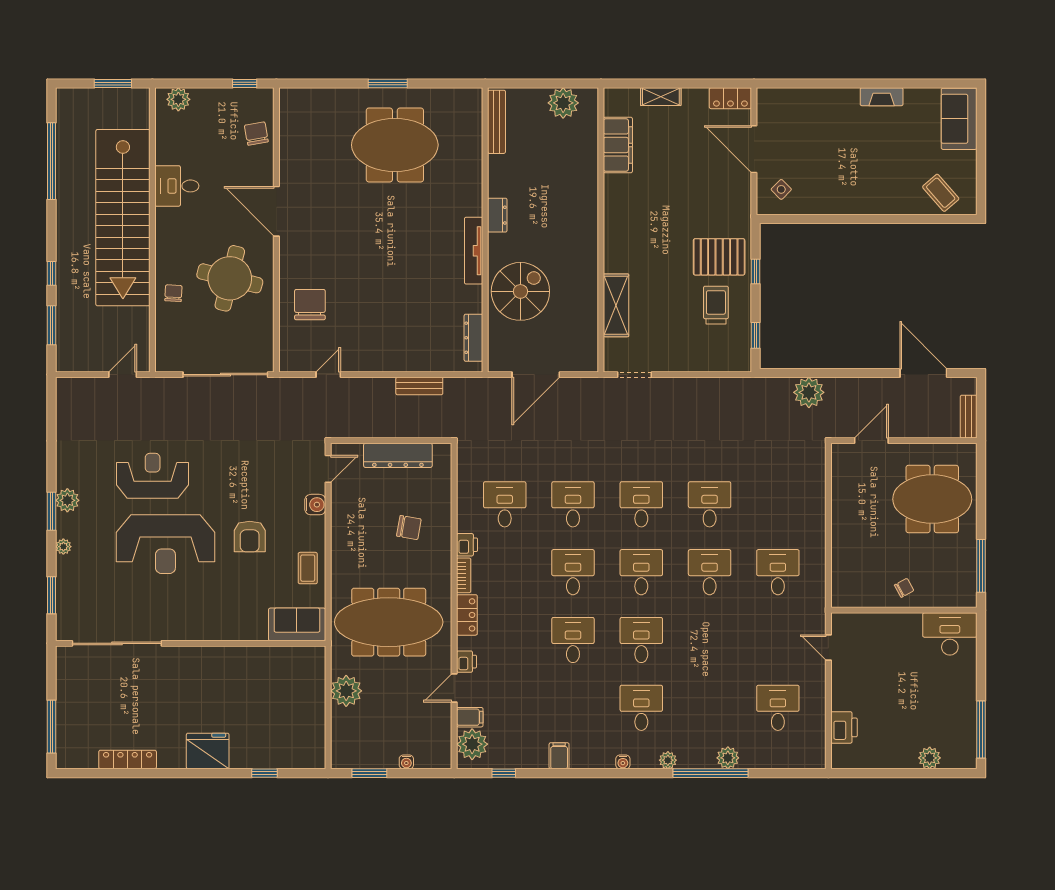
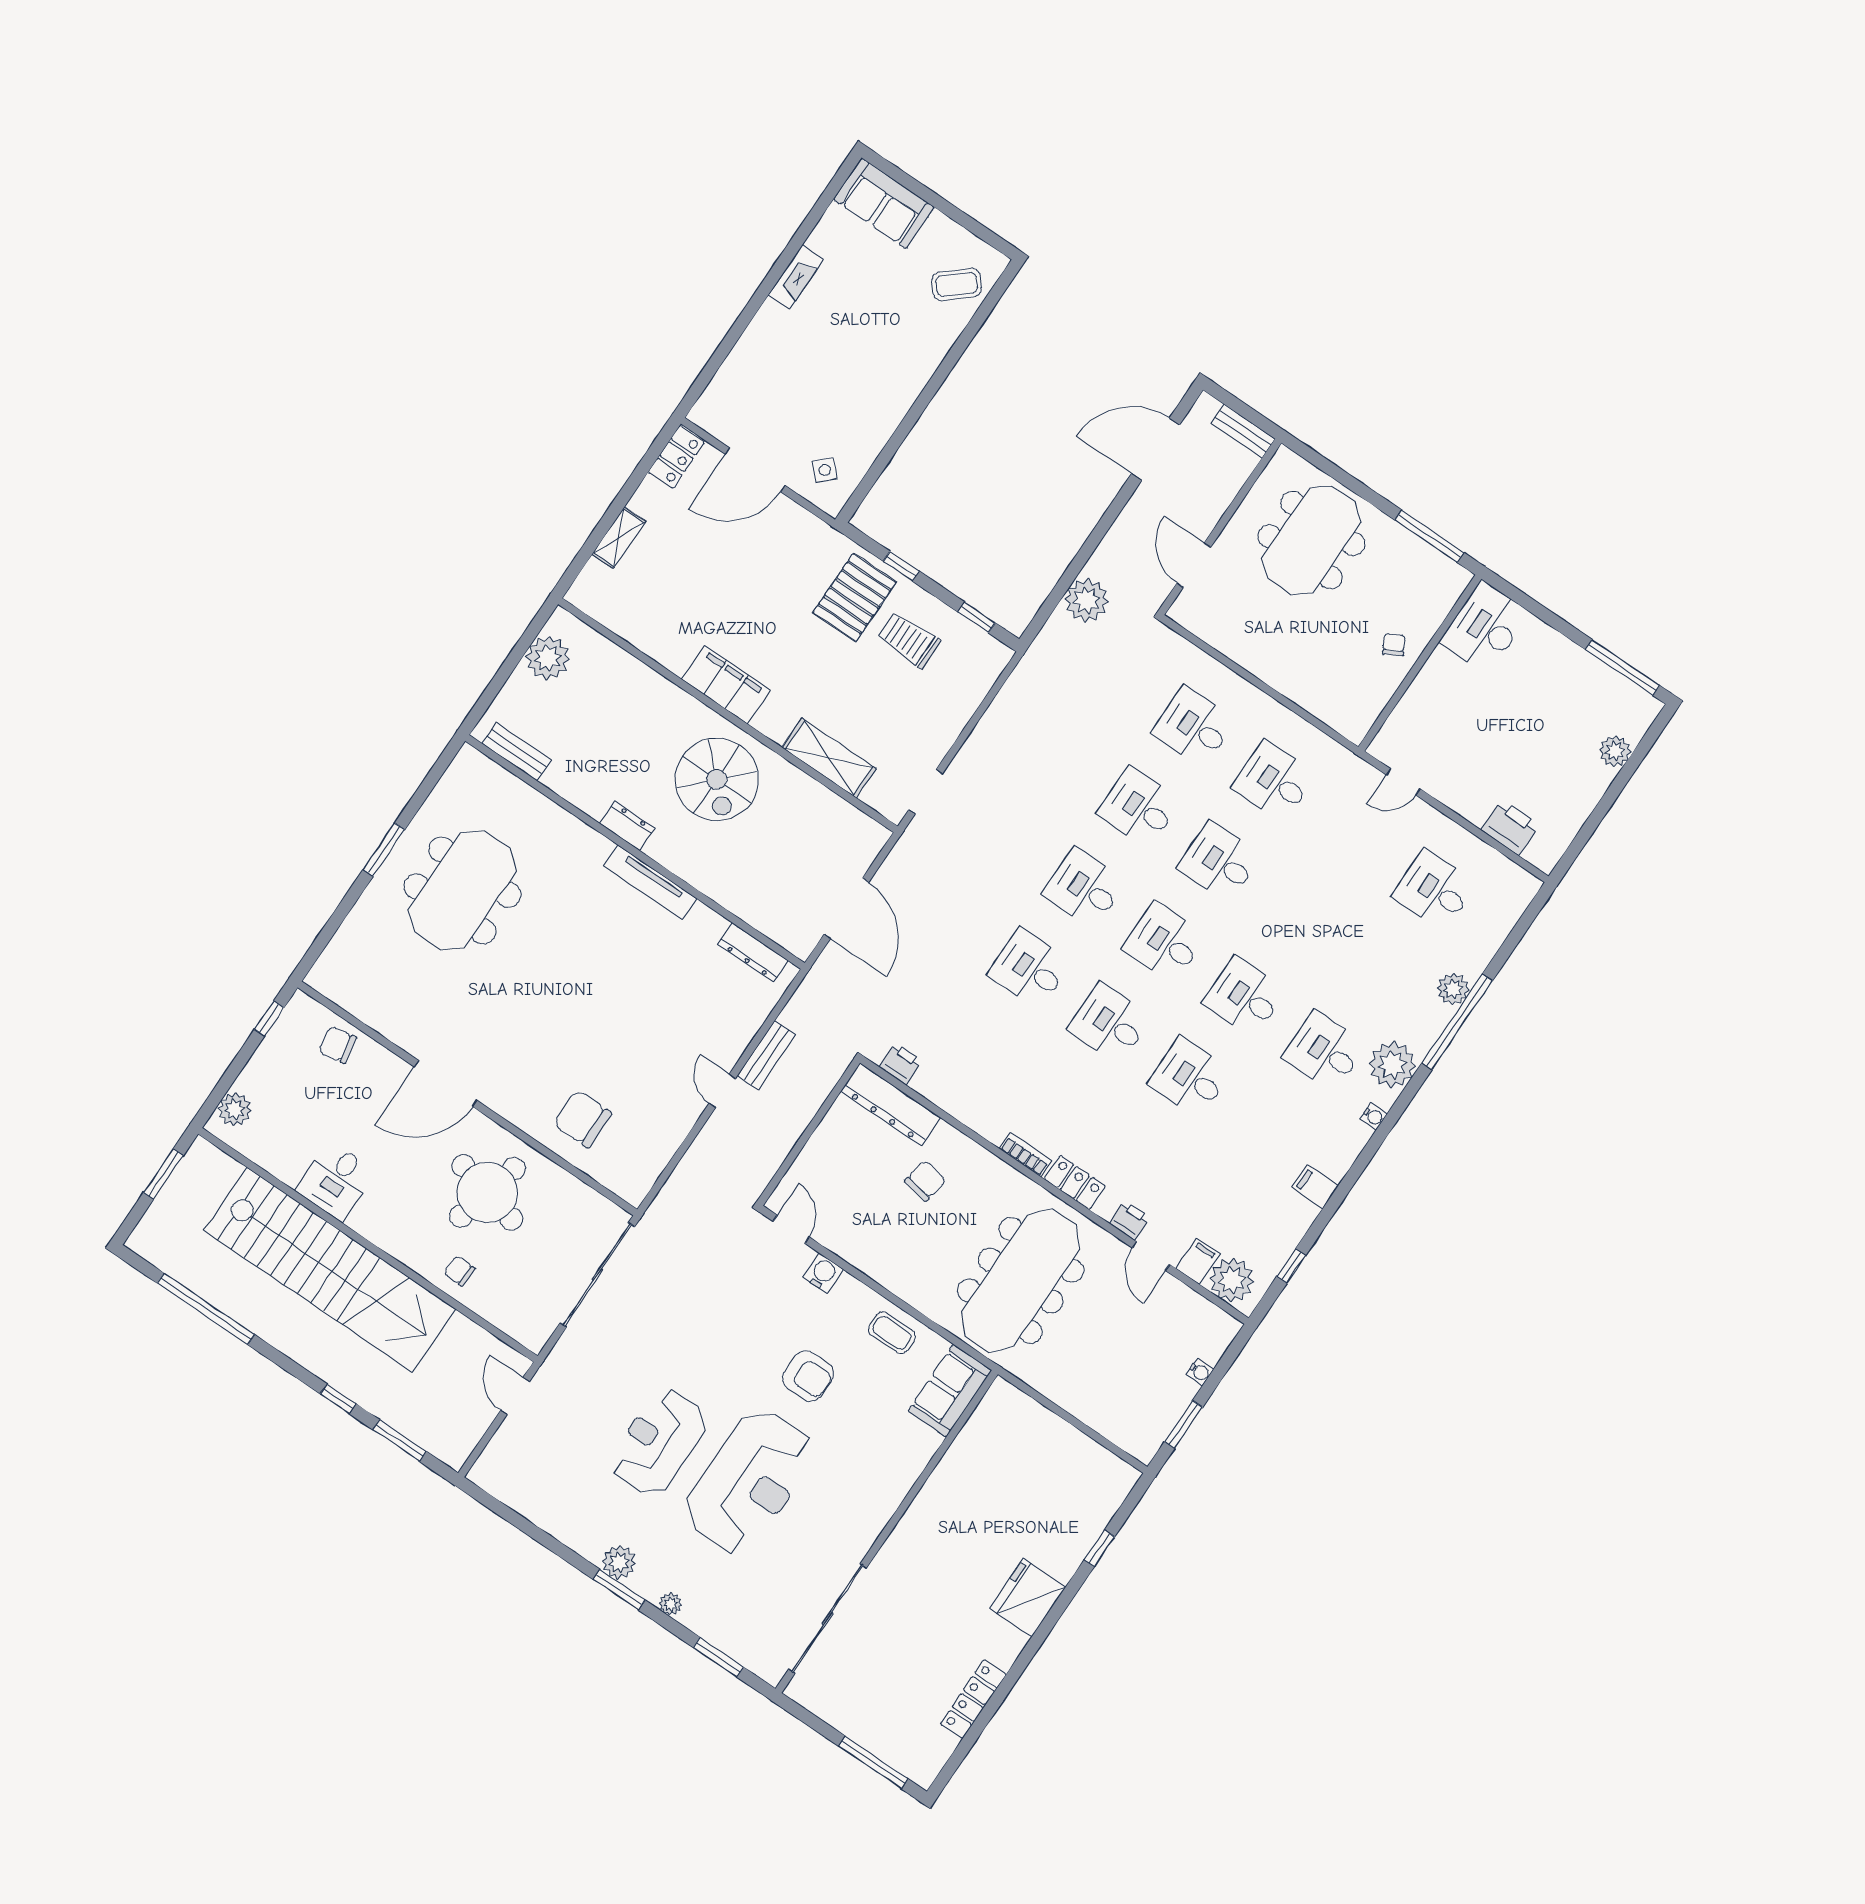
bench: (497, 122) -> (517, 752), width x0.73
filing cabinet: (618, 145) -> (726, 685), moved
spiral stairs: (520, 291) -> (717, 779), moved, turned 180
door: (328, 375) -> (722, 1091), moved
dresser: (398, 455) -> (891, 1104), moved, turned 90
desk: (505, 504) -> (1194, 727), moved
printer: (467, 545) -> (901, 1064), moved
plant: (346, 691) -> (1068, 1386), removed
plant: (668, 760) -> (1393, 1065), width x1.87, depth x1.87

